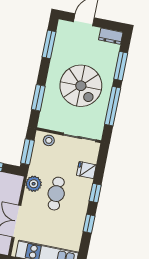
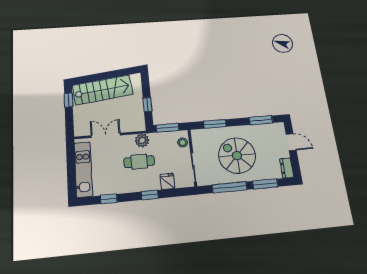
spiral stairs: (81, 86) -> (237, 155), turned 90
window: (89, 224) -> (109, 199), moved

